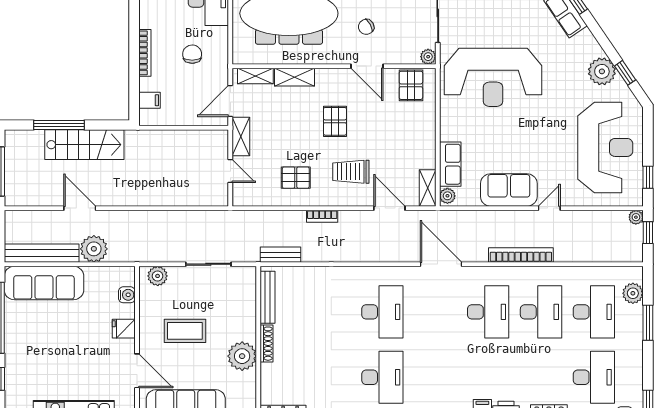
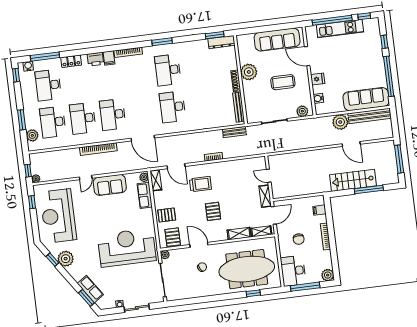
pallet: (296, 178) -> (167, 215), moved

